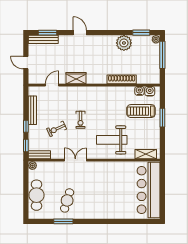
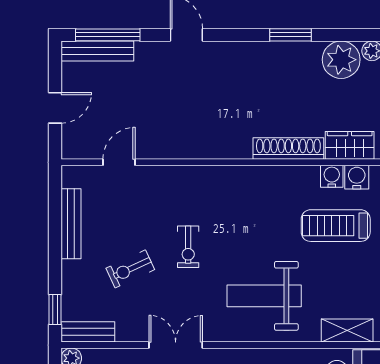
window: (47, 33) -> (108, 35), width x1.44
window: (141, 33) -> (291, 35), moved
plant: (124, 43) -> (341, 60), moved
door: (26, 63) -> (55, 108), swing flipped
wardrobe: (76, 78) -> (350, 145), moved
window: (26, 126) -> (55, 263), removed

